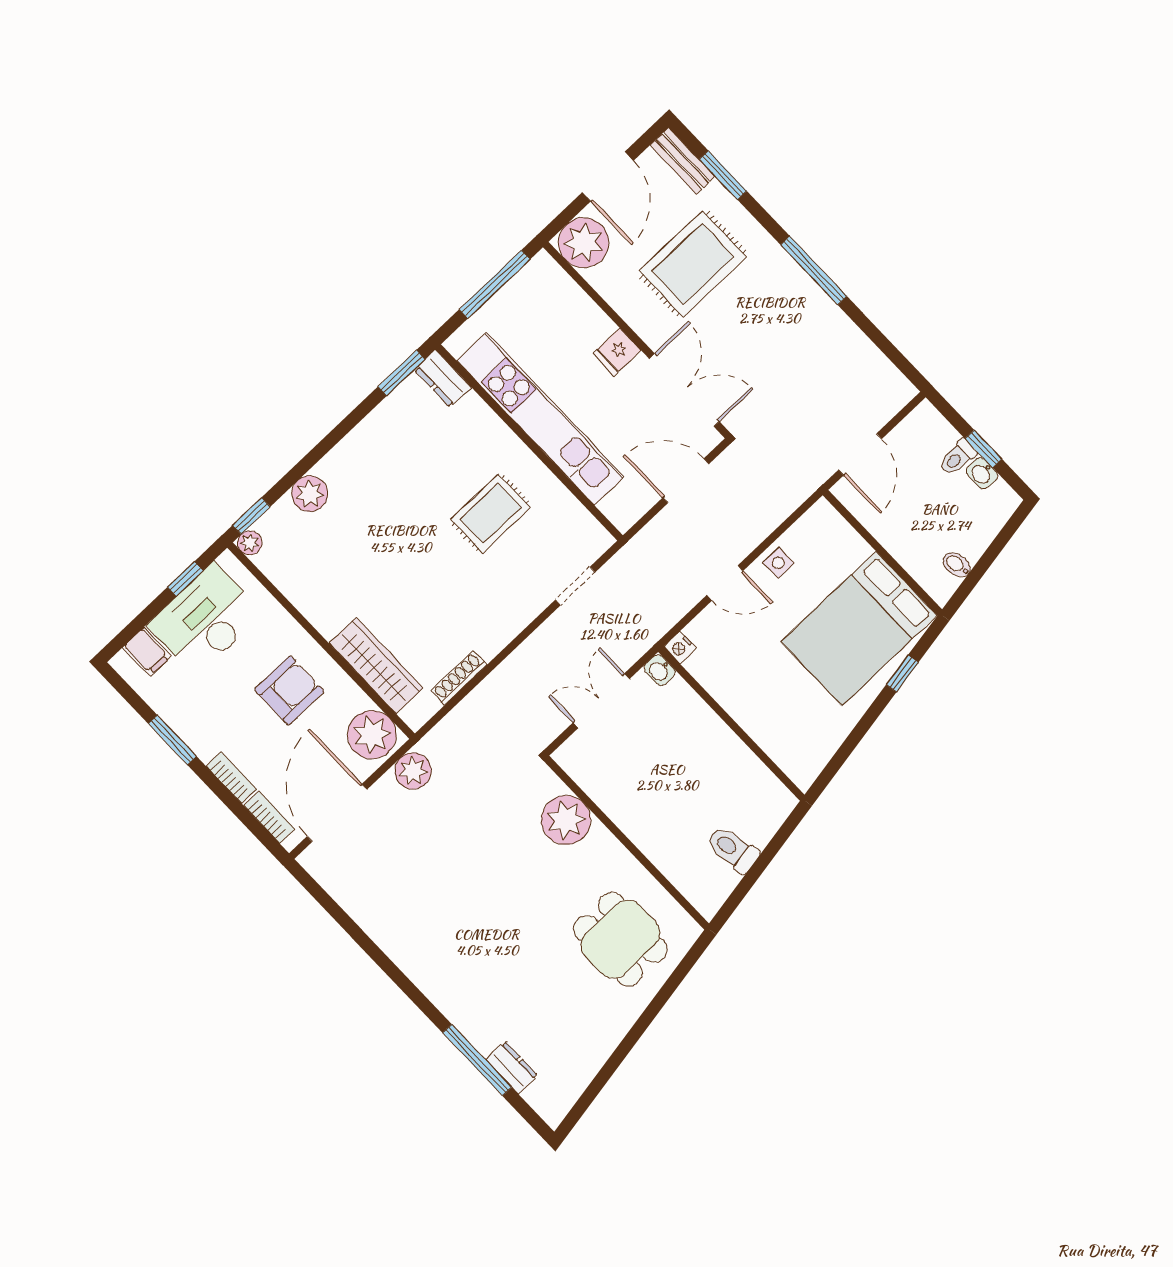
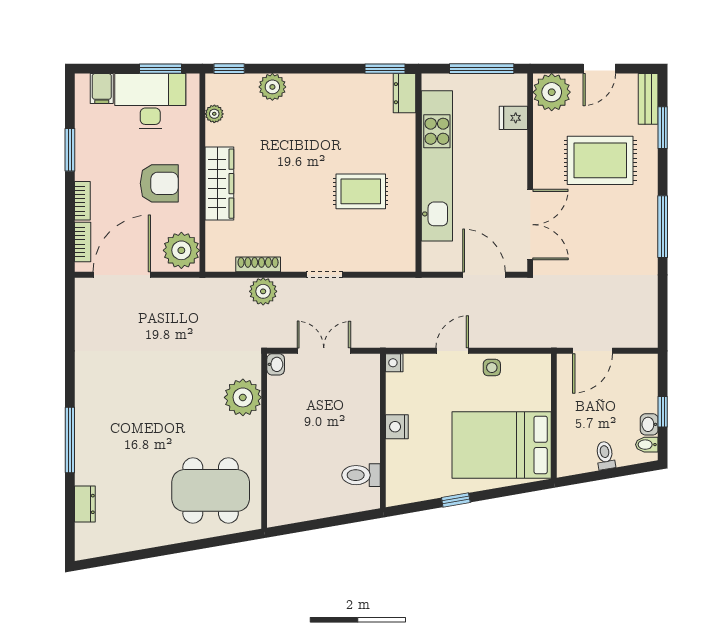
door: (608, 176) -> (599, 69), width x0.73
fridge: (617, 352) -> (513, 118), moved
toilet: (958, 458) -> (605, 455), moved, turned 80
plant: (250, 543) -> (214, 114), moved
bidet: (957, 565) -> (647, 445), moved, turned -80
window: (185, 579) -> (160, 69), width x1.50
door: (725, 583) -> (452, 351), swing flipped
doorway: (575, 586) -> (324, 275), moved
wardrobe: (376, 666) -> (219, 184), moved
washbasin: (660, 670) -> (276, 364), moved, turned 180
window: (902, 674) -> (456, 500), moved
nightstand: (741, 707) -> (397, 427), added
plant: (413, 771) -> (263, 291), moved
toilet: (732, 849) -> (361, 475), moved, turned -80
dining table: (620, 939) -> (211, 490), width x1.38
window: (477, 1060) -> (70, 440), moved

